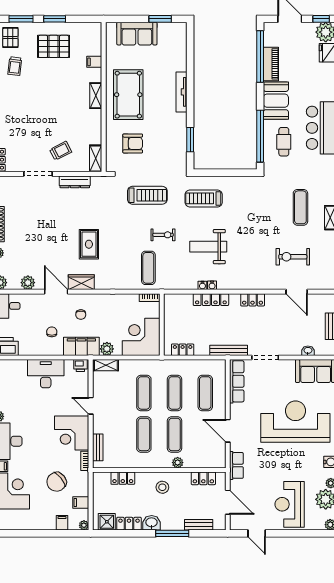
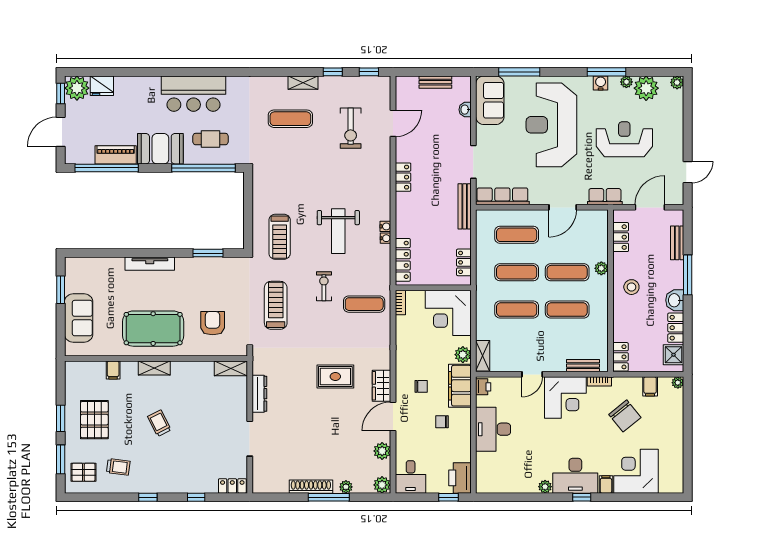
trolley: (61, 151) -> (159, 423), moved
locker: (211, 300) -> (403, 260), moved
locker: (123, 478) -> (620, 357), moved
reception desk: (290, 504) -> (624, 139), moved, turned 180
filing cabinet: (62, 523) -> (675, 409), removed

